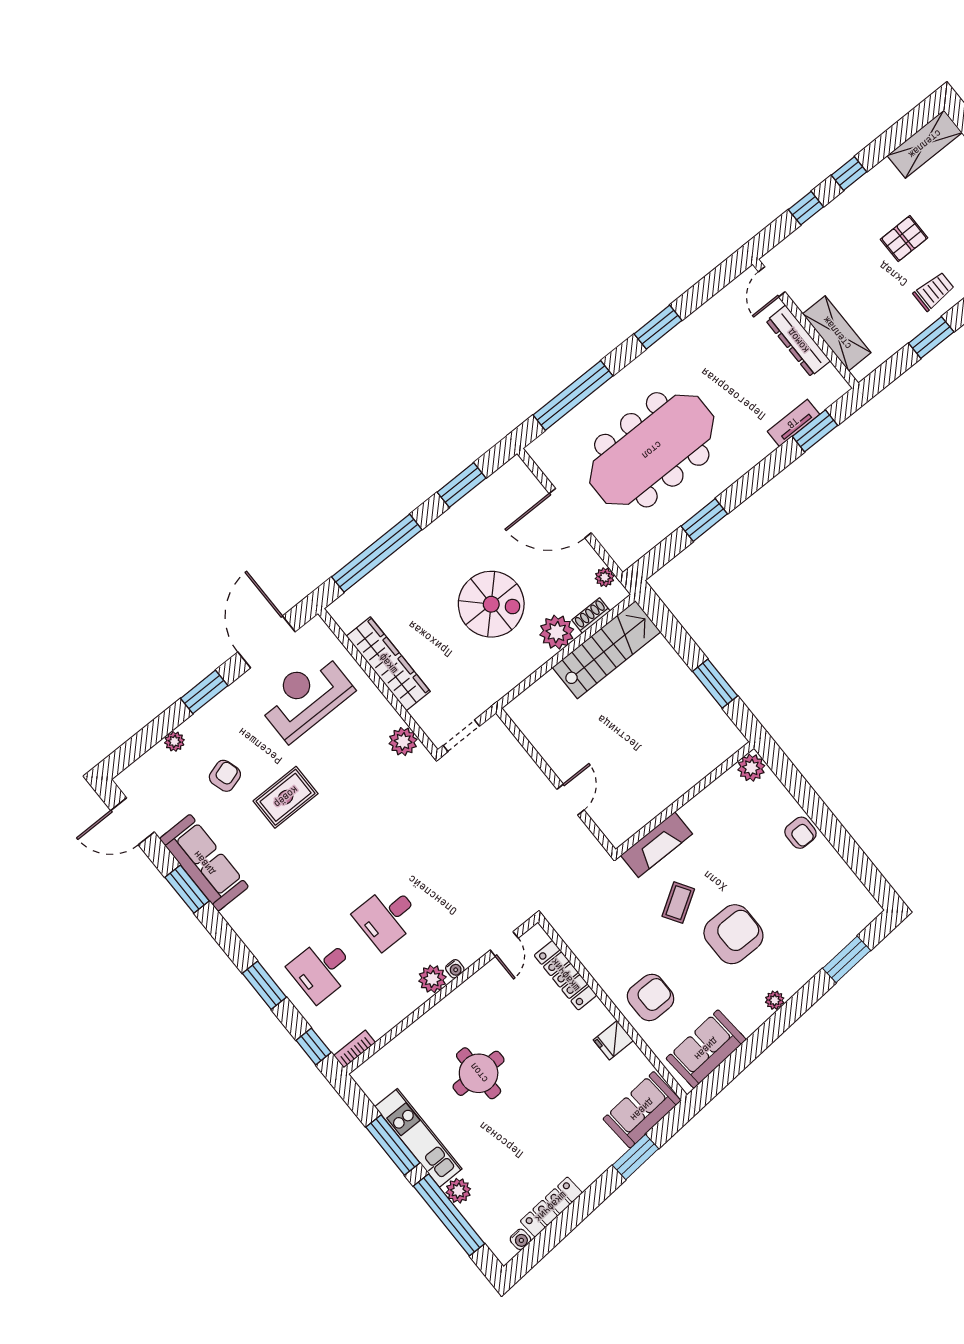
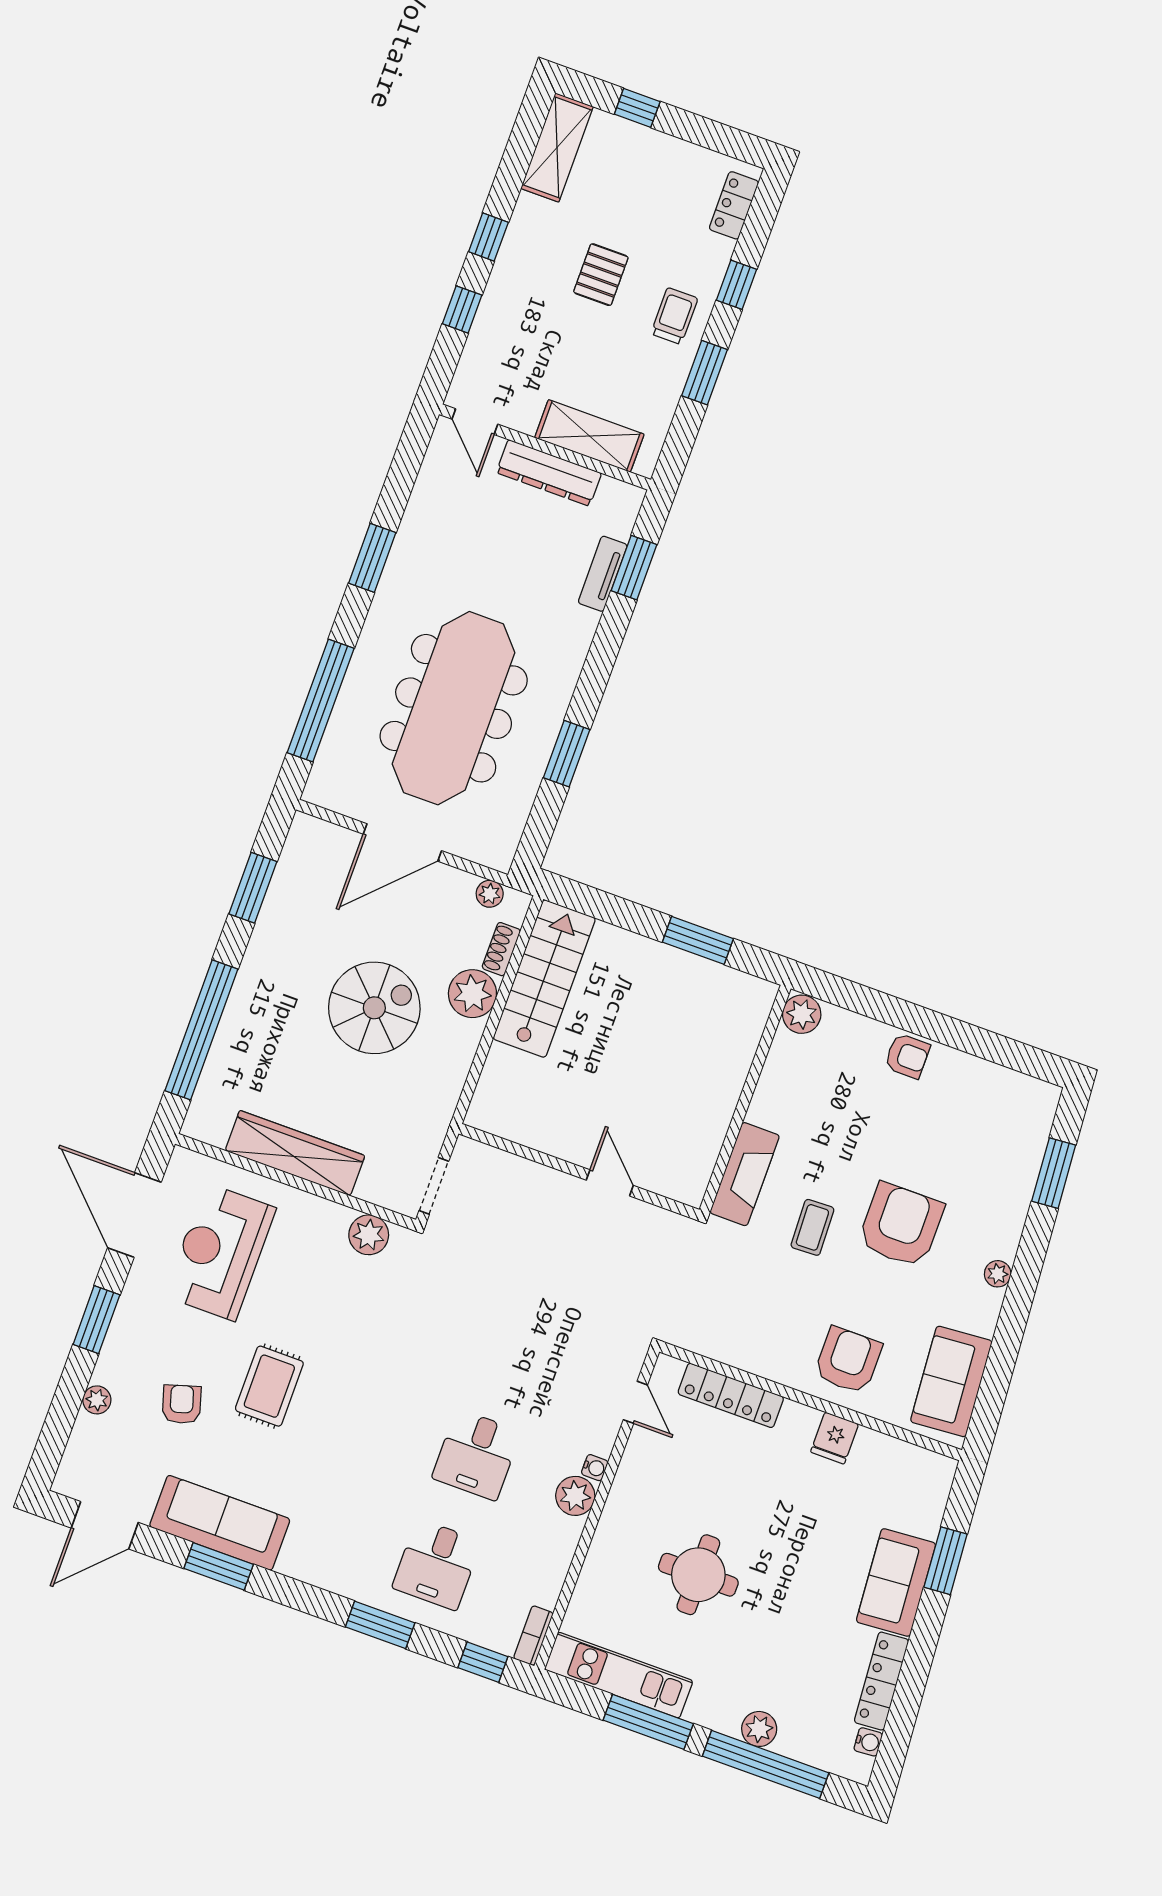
coffee table: (678, 903) -> (812, 1227), turned 30
sofa: (642, 1110) -> (896, 1582), moved
kitchen unit: (418, 1138) -> (619, 1675), moved

